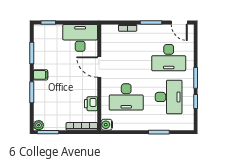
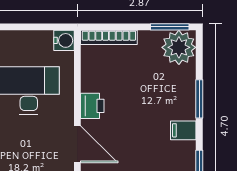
printer: (91, 104) -> (92, 106), moved
plant: (39, 125) -> (179, 47), width x1.87, depth x1.87

